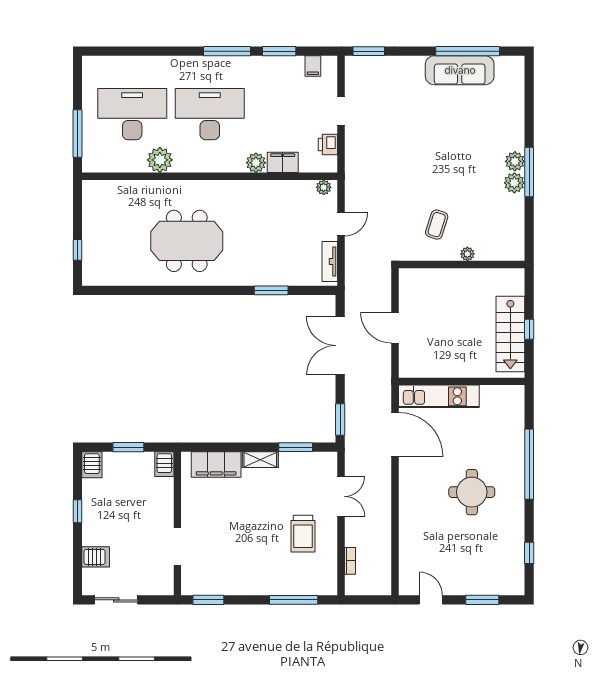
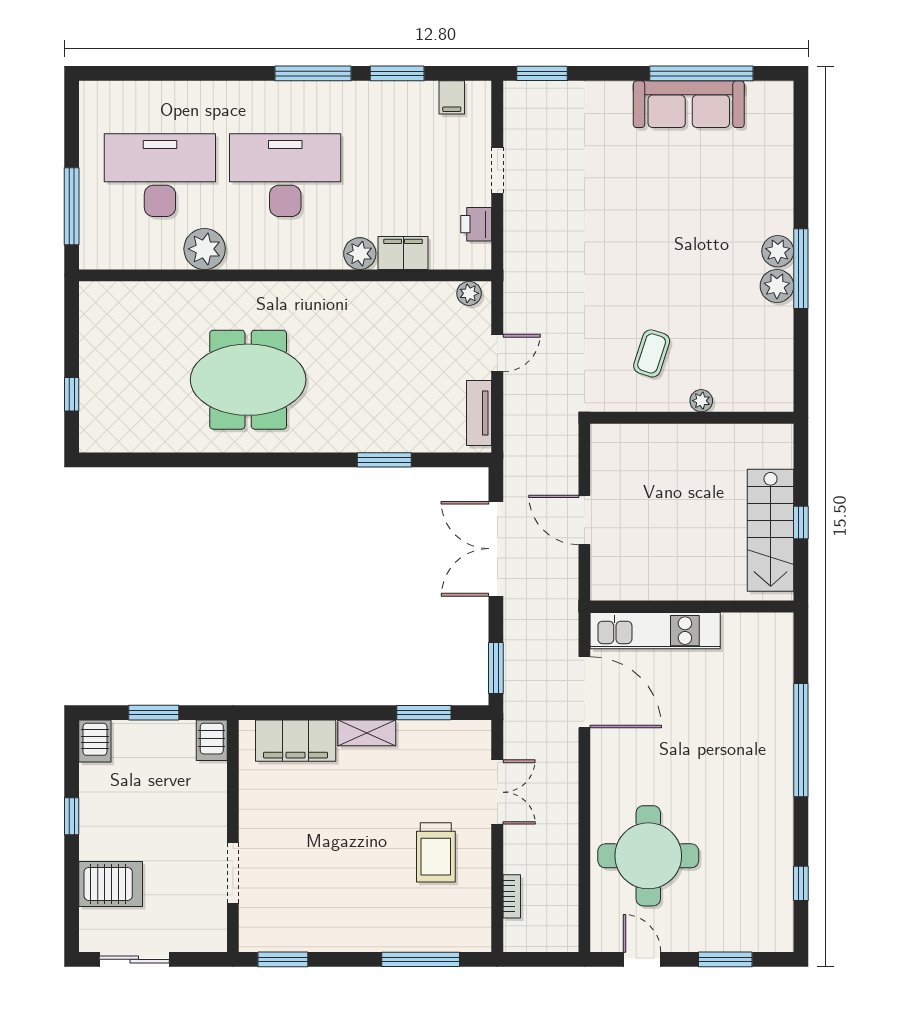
round table: (472, 492) -> (648, 856), moved, width x1.36, depth x1.36
server rack: (96, 557) -> (111, 884), width x1.36, depth x1.44

